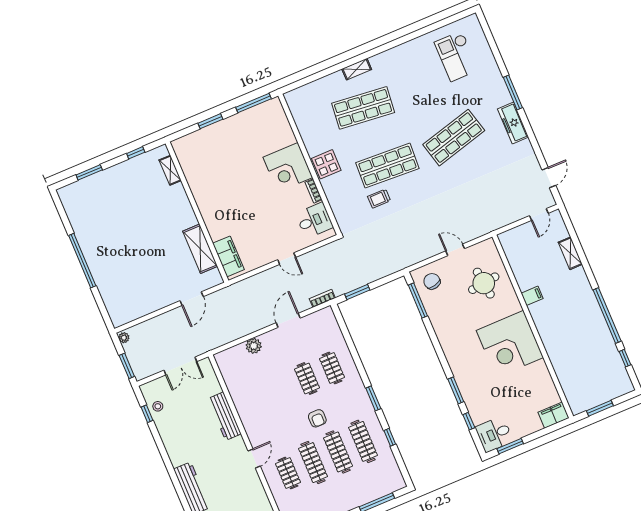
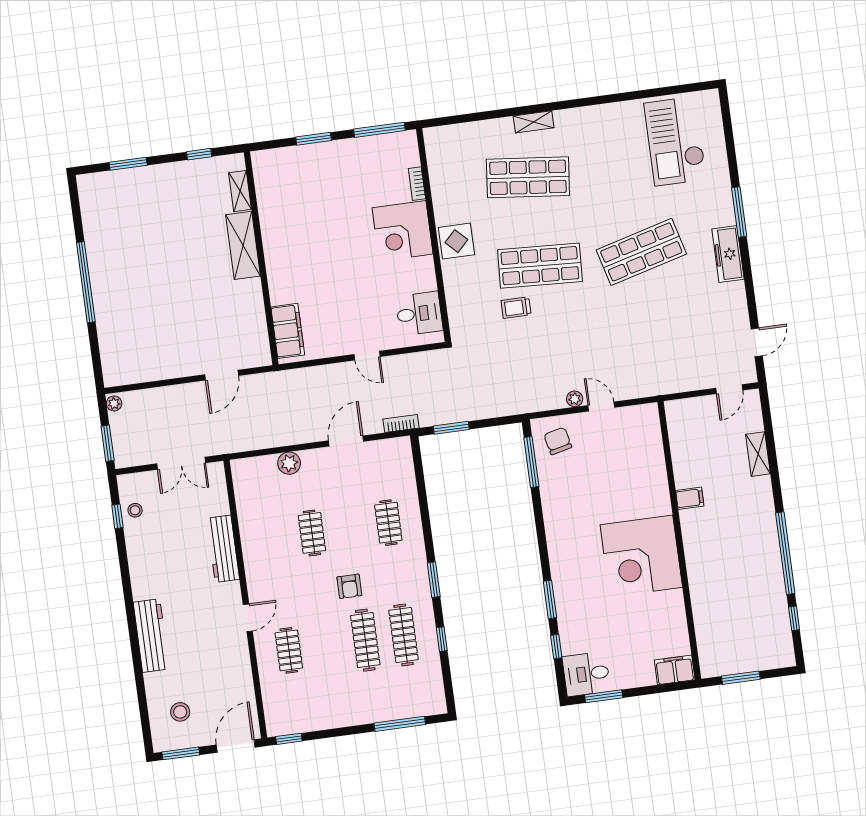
checkout: (456, 56) -> (675, 141), width x1.36, depth x1.21
bookcase: (314, 191) -> (417, 184), moved
shelving: (200, 249) -> (243, 245), moved
plant: (436, 250) -> (575, 399), added
round table: (484, 283) -> (628, 463), removed
clothes rail: (307, 379) -> (312, 533), moved
clothes rail: (313, 463) -> (327, 645), removed

